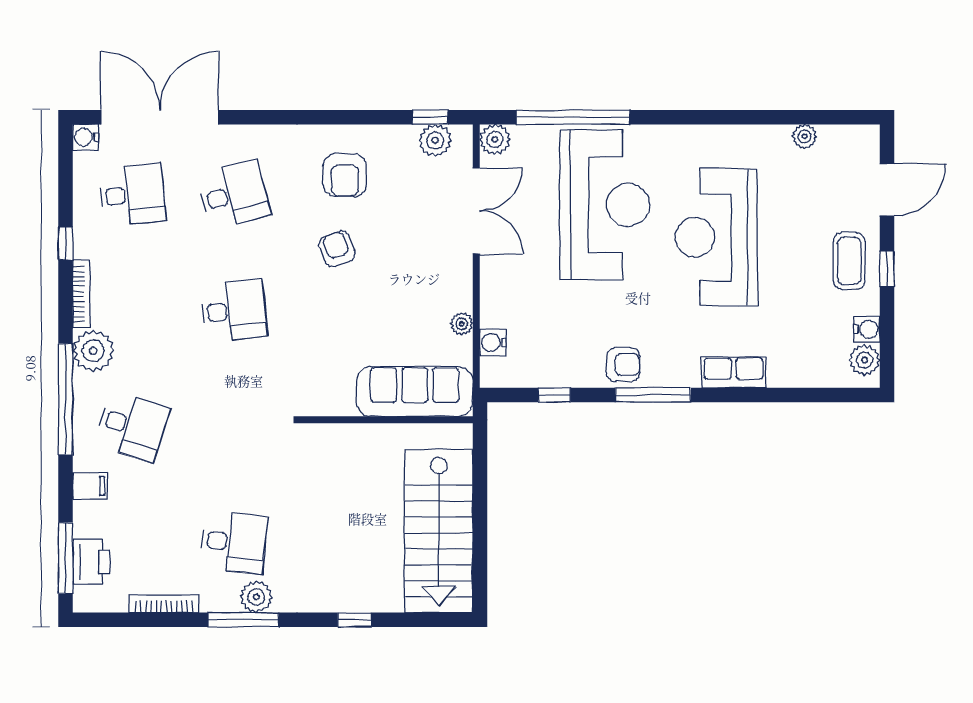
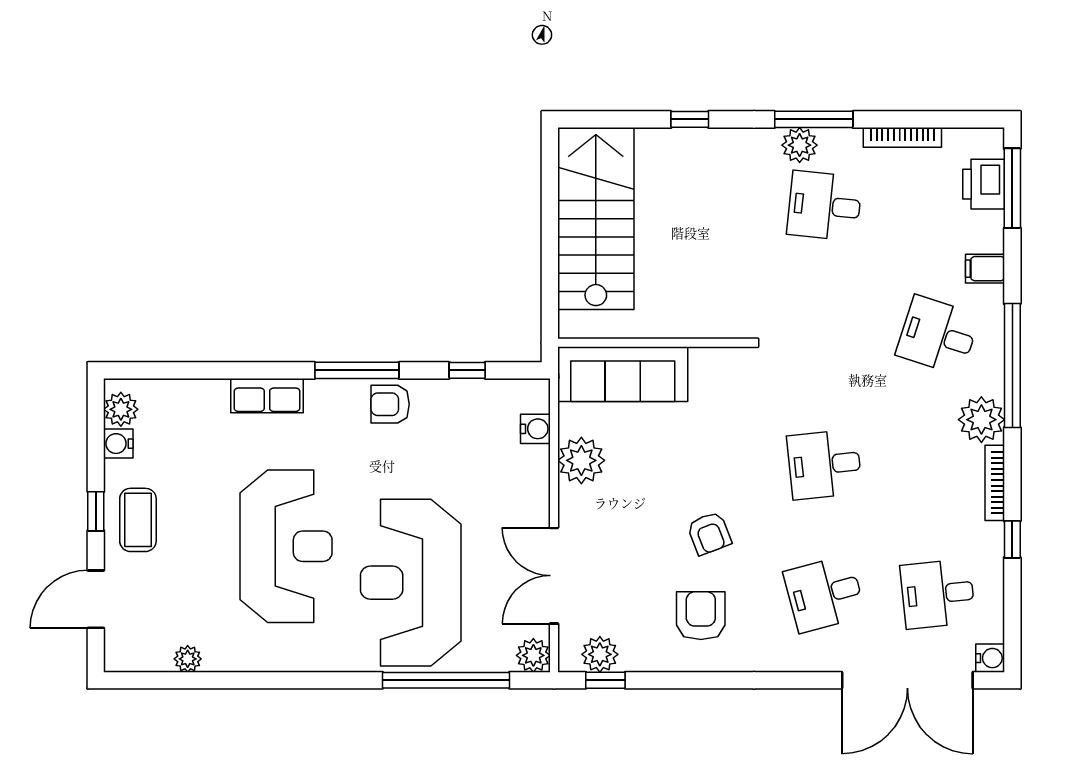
plant: (462, 324) -> (581, 460), width x1.88, depth x1.88

